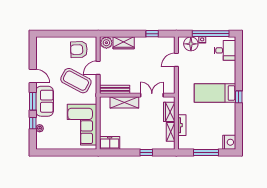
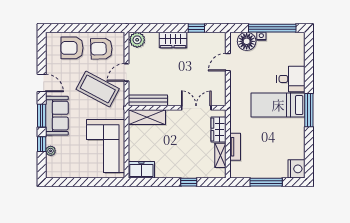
wardrobe: (124, 43) -> (173, 40), moved
armchair: (56, 49) -> (72, 48), added
desk: (225, 50) -> (291, 79), moved
window: (239, 97) -> (309, 110), width x2.17
shelving: (124, 102) -> (147, 117), moved

